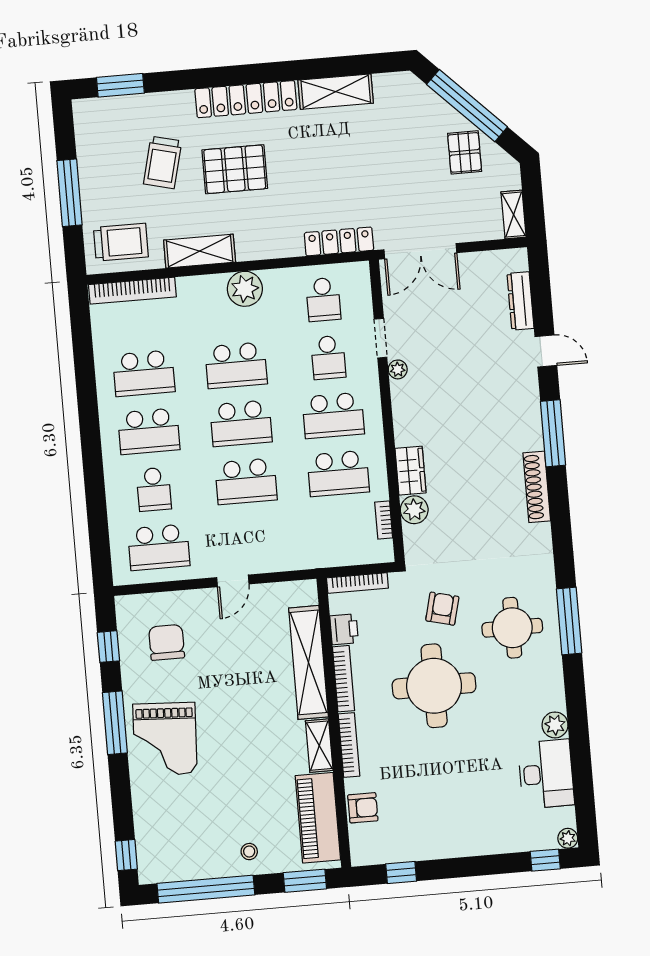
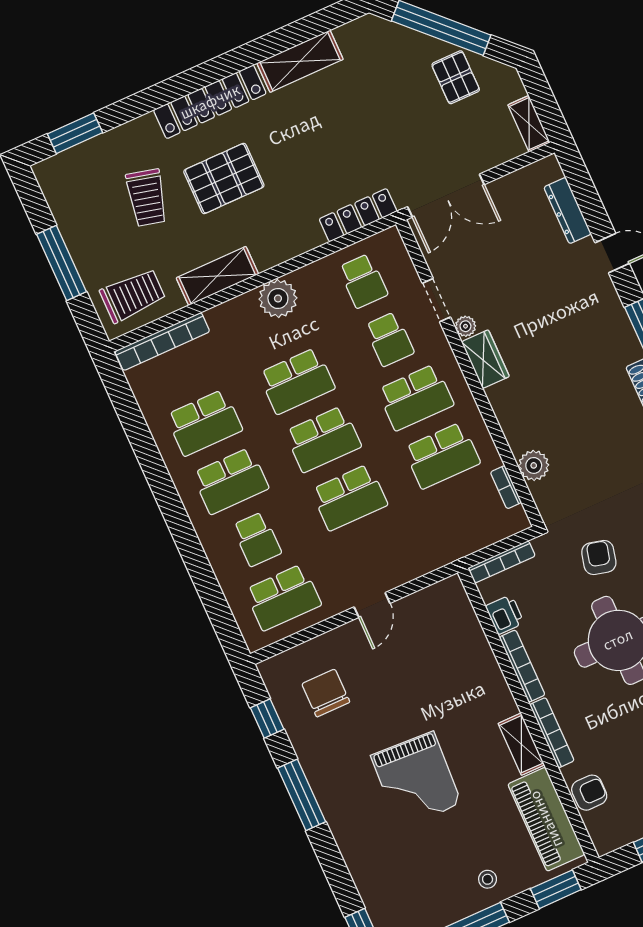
wardrobe: (411, 471) -> (485, 359), moved
shelving: (308, 662) -> (480, 662), removed
grand piano: (165, 739) -> (416, 780), moved

